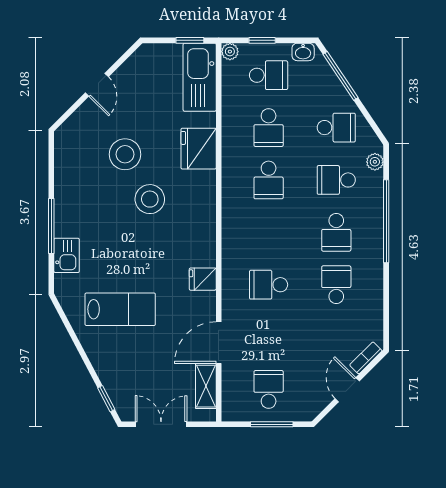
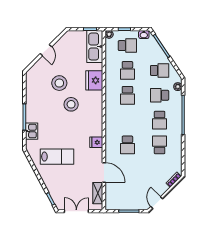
school desk: (269, 285) -> (127, 145), turned -90
door: (219, 343) -> (104, 172), swing flipped
school desk: (269, 389) -> (127, 195), removed
door: (347, 390) -> (157, 203), moved

